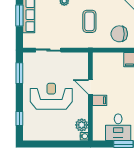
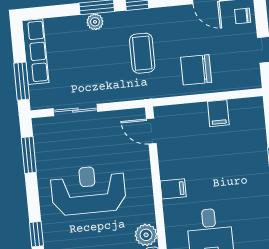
window: (19, 15) -> (22, 81), moved
door: (90, 87) -> (151, 131), moved

